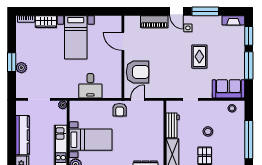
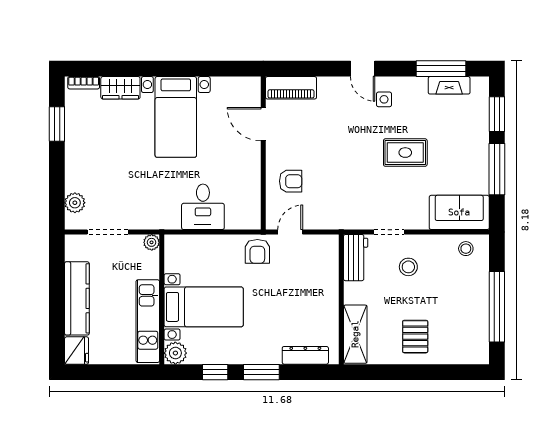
window: (205, 11) -> (441, 69), moved
fireplace: (233, 20) -> (449, 85), moved
piano: (154, 22) -> (291, 88), moved
rug: (199, 57) -> (405, 153), turned 90
window: (12, 62) -> (57, 124), moved
plant: (21, 68) -> (75, 203), moved
armchair: (138, 72) -> (291, 181), width x0.53, depth x0.53
workbench: (173, 125) -> (356, 258), moved
stool: (208, 131) -> (408, 267), moved

